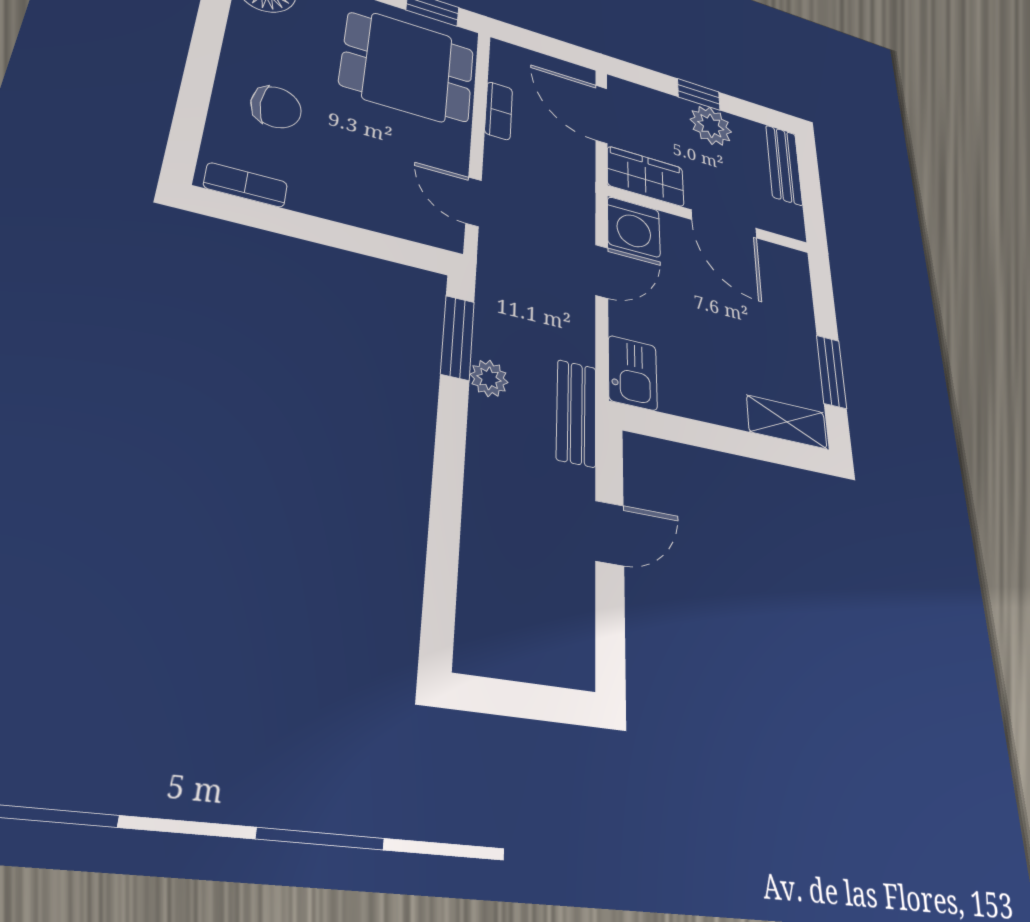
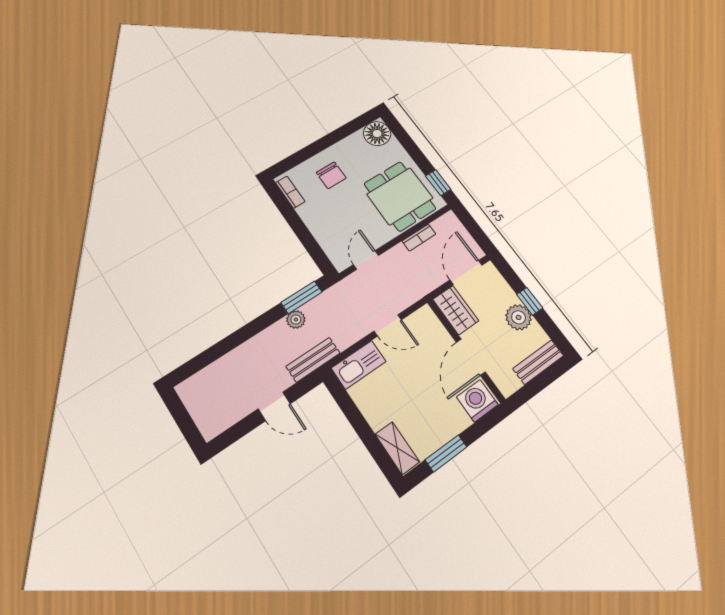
washing machine: (634, 227) -> (477, 401), moved, turned 90
kitchen sink: (633, 373) -> (359, 365), width x1.38

